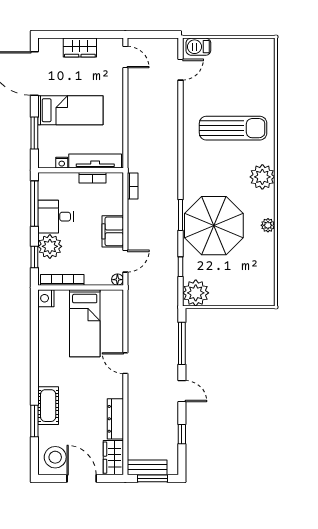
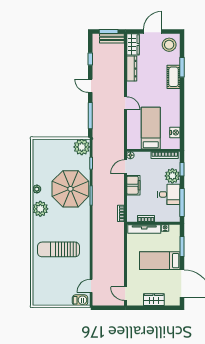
plant: (262, 177) -> (40, 209), moved
nightstand: (46, 298) -> (175, 132), moved
door: (82, 478) -> (153, 32), swing flipped

